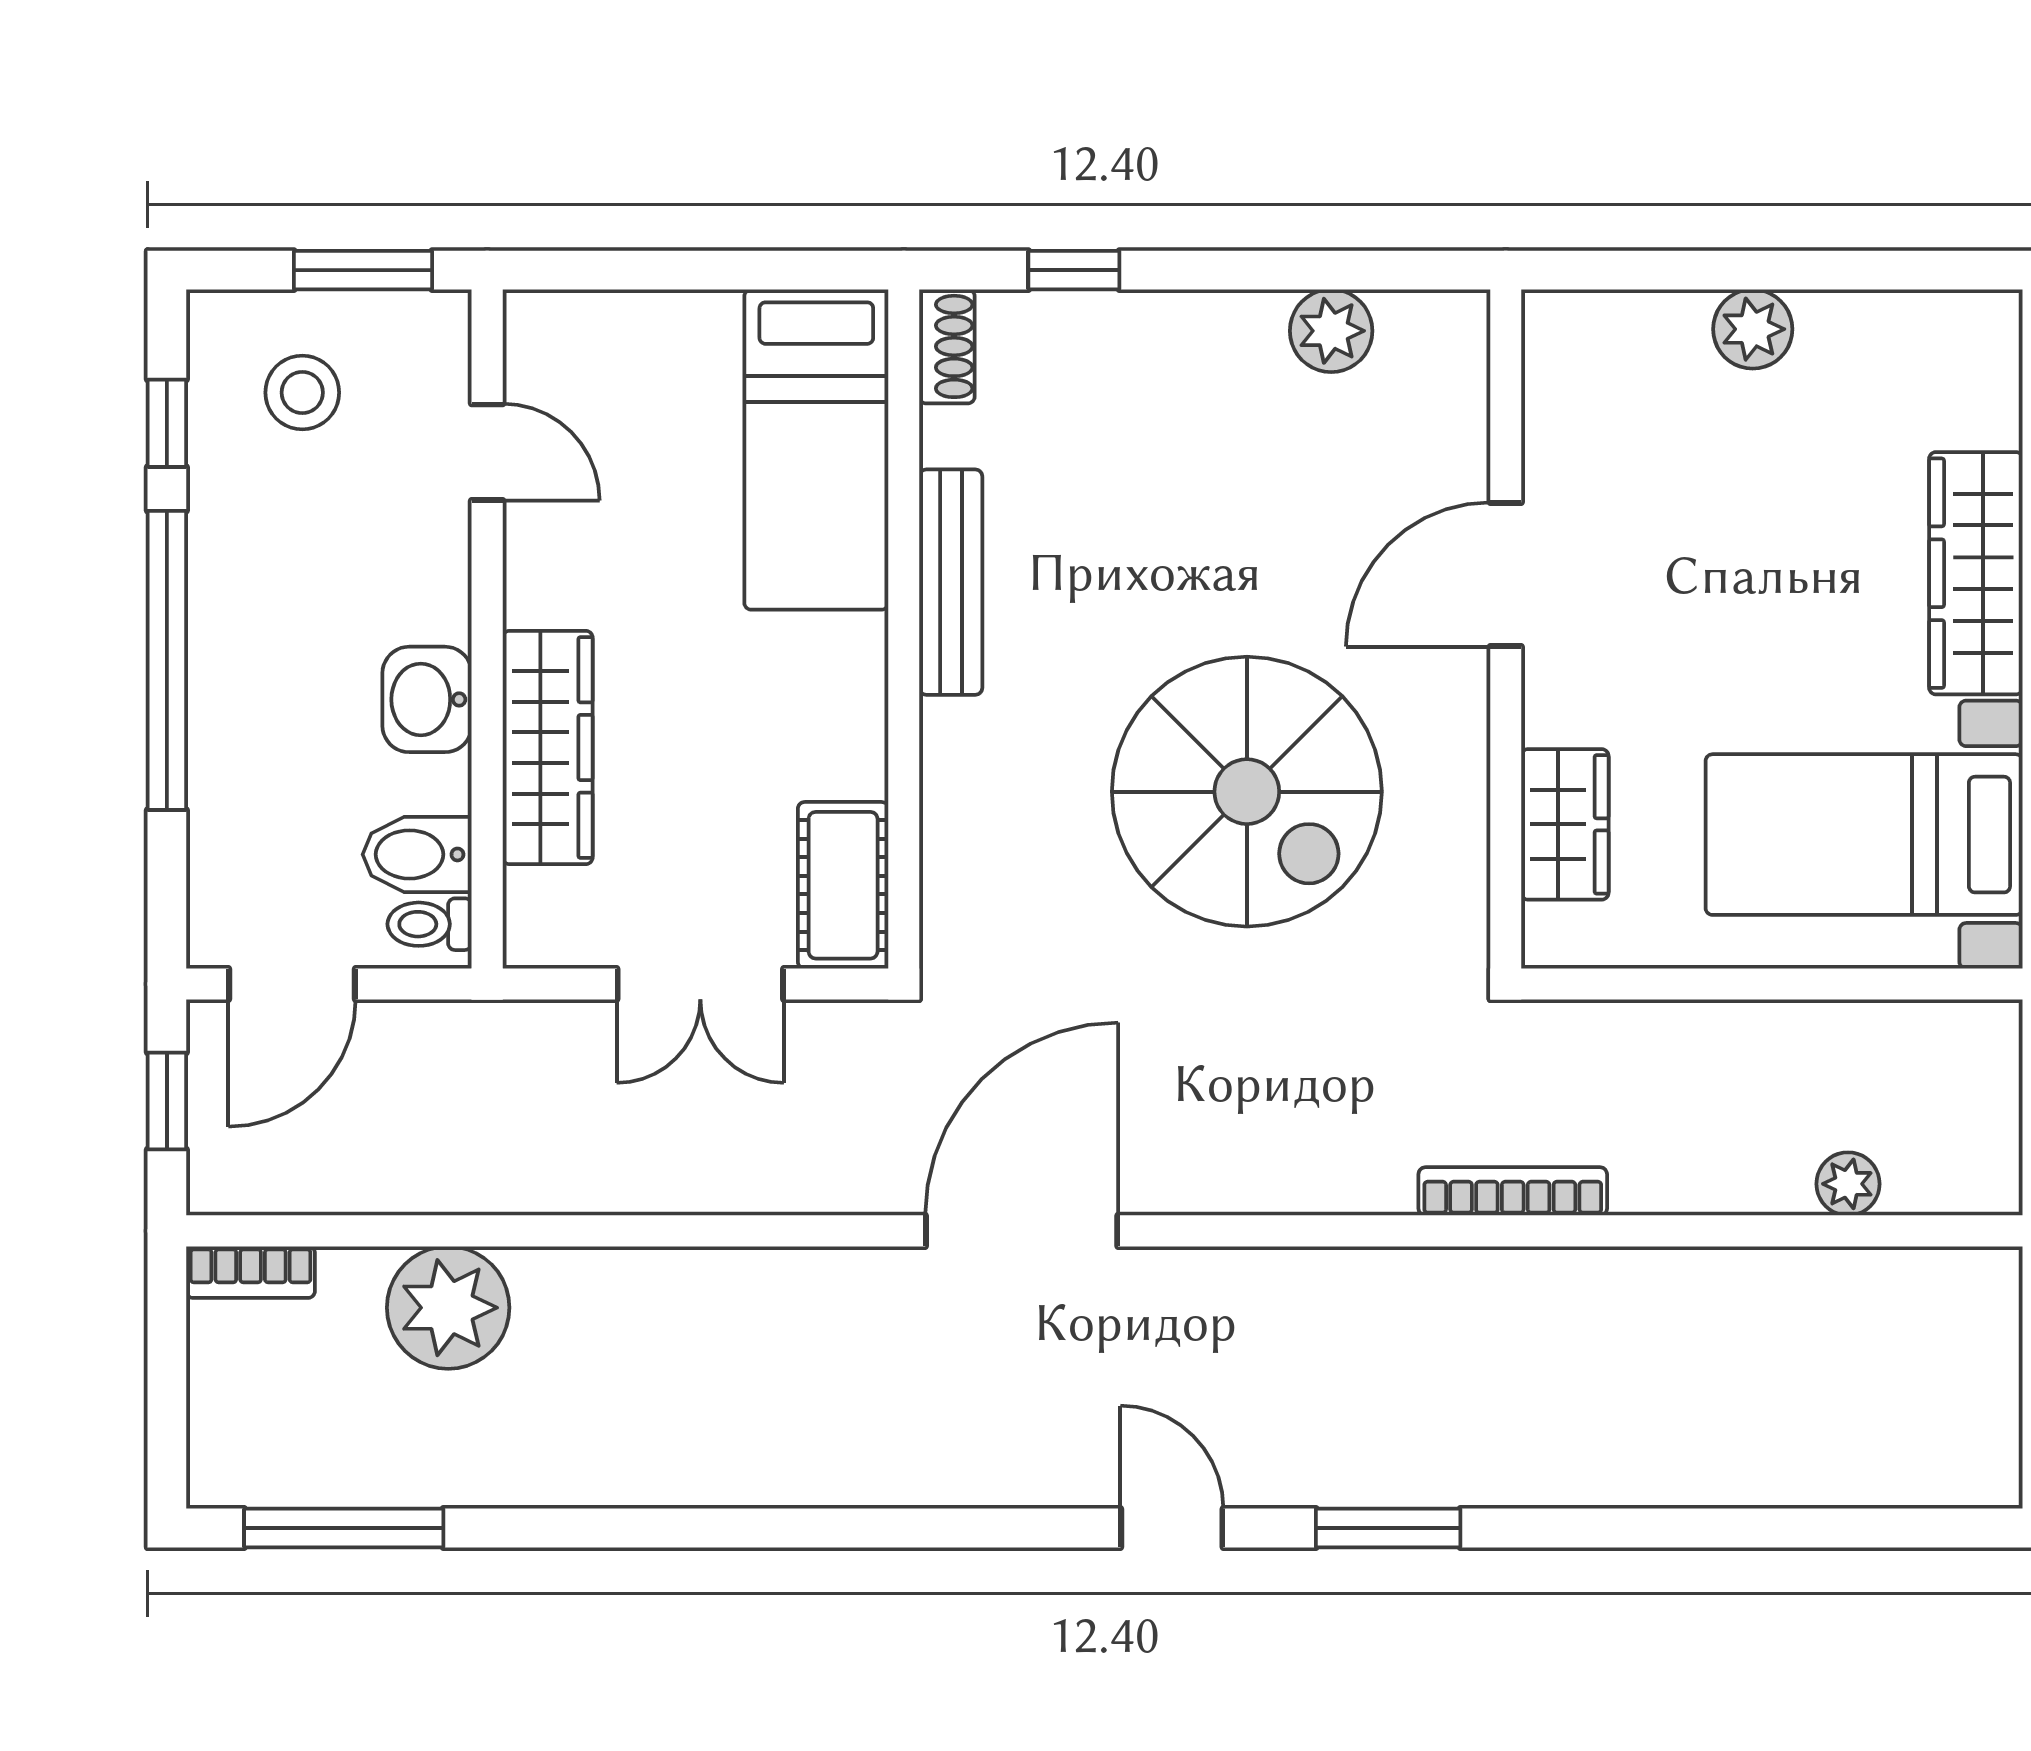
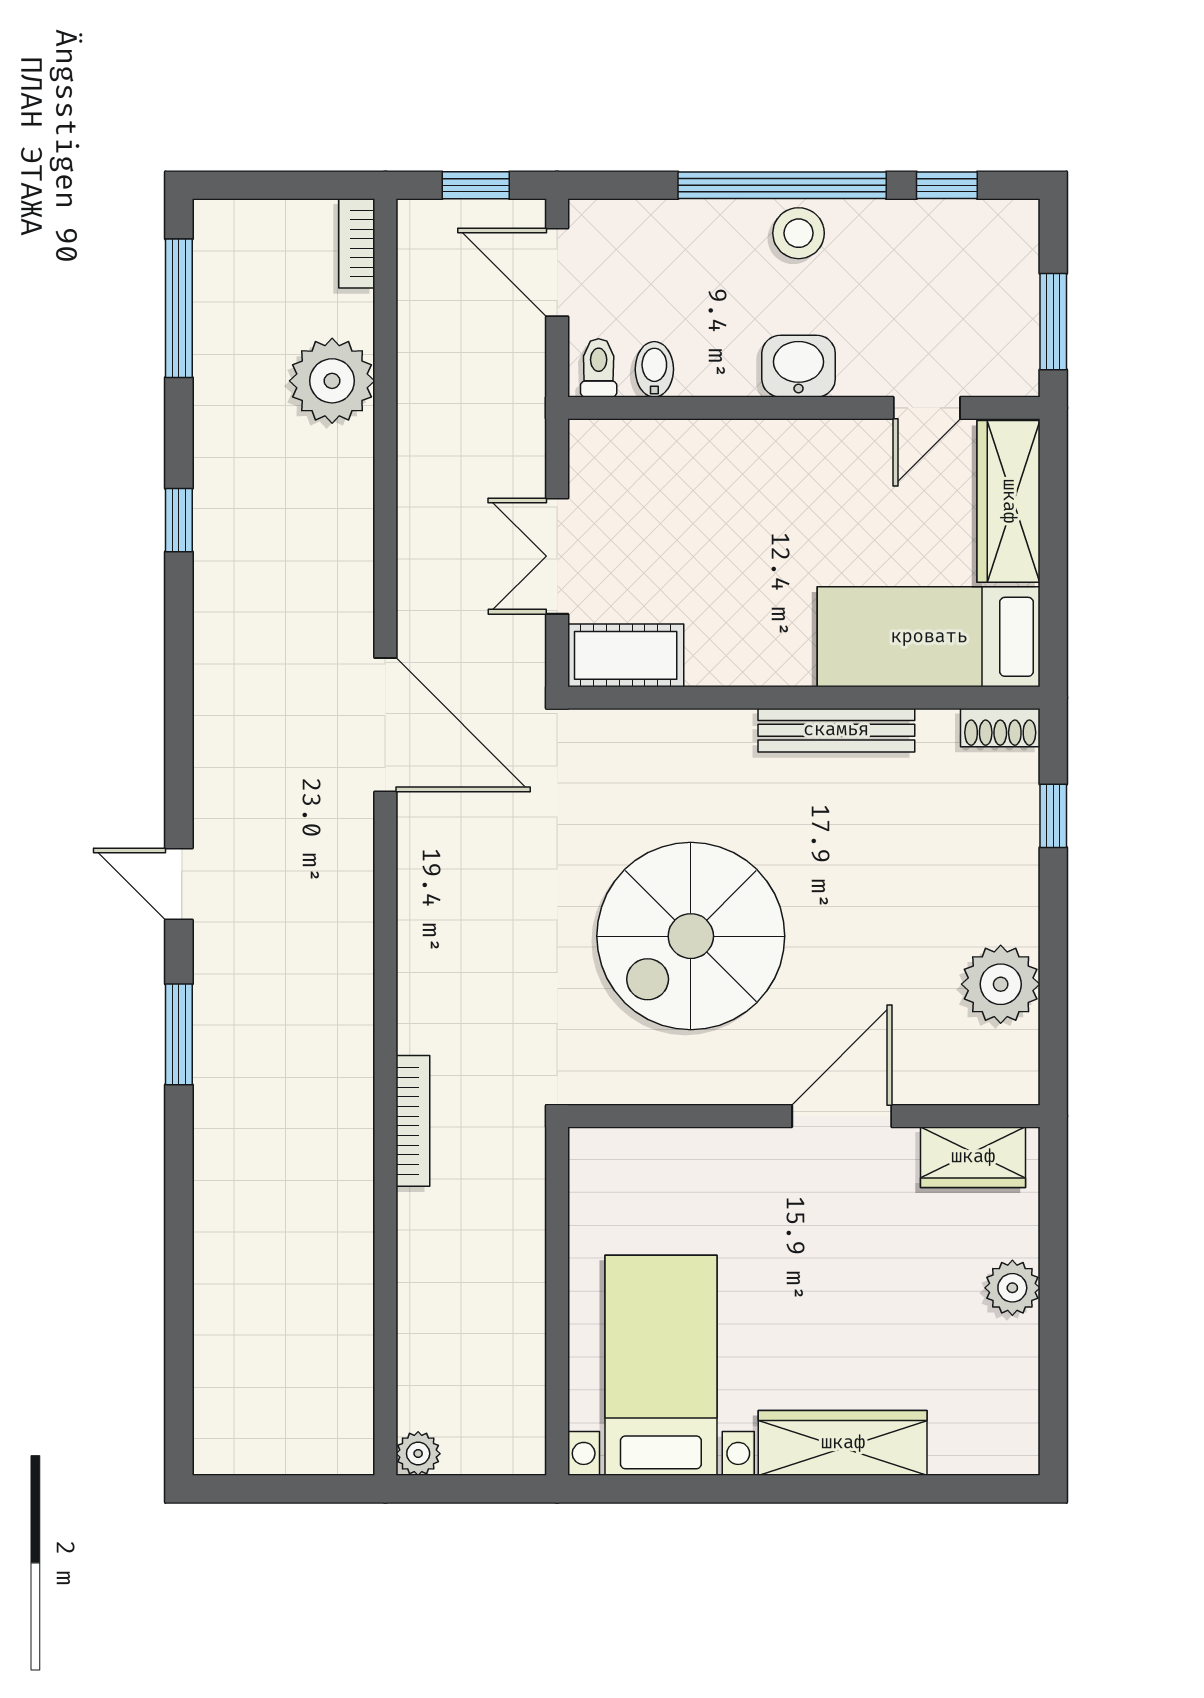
plant: (1331, 331) -> (1001, 984), width x1.36, depth x1.36
stool: (302, 393) -> (799, 233), moved
door: (1506, 574) -> (842, 1116), hinge flipped
washbasin: (427, 699) -> (799, 366), moved
wardrobe: (548, 748) -> (1009, 501), moved, turned 90
wardrobe: (1565, 824) -> (973, 1157), moved
bidet: (417, 854) -> (654, 369), width x0.72, depth x0.74
plant: (1848, 1184) -> (418, 1454), moved
door: (1022, 1231) -> (385, 725), moved
window: (648, 1528) -> (179, 520), added
door: (1172, 1528) -> (179, 884), swing flipped

